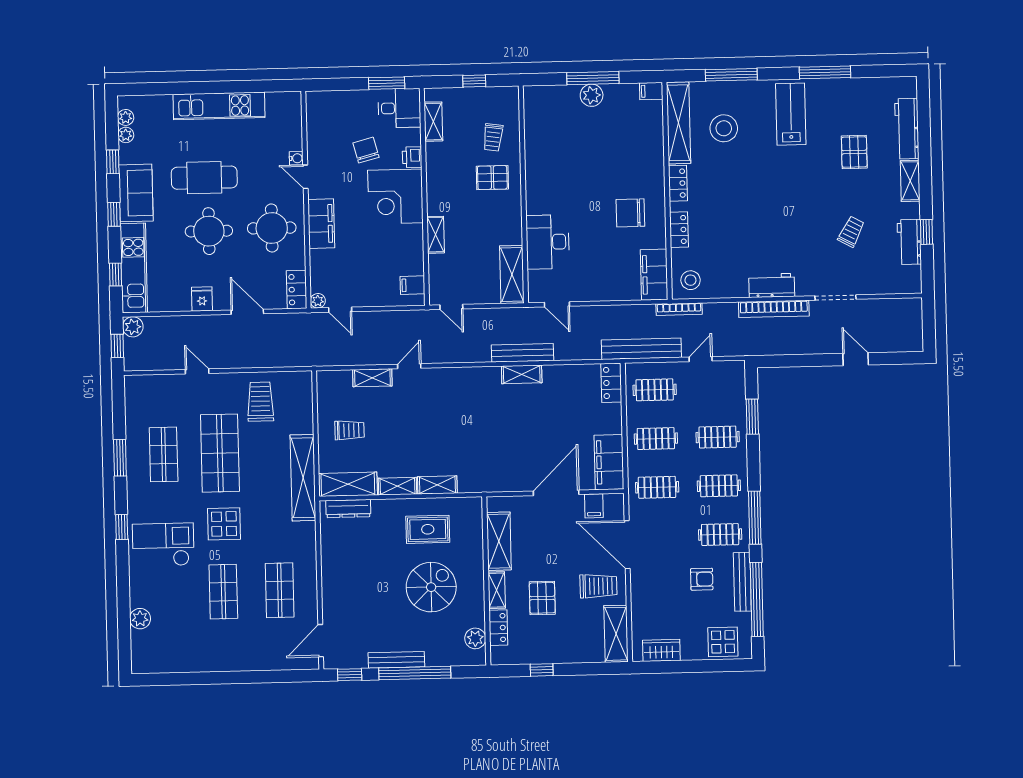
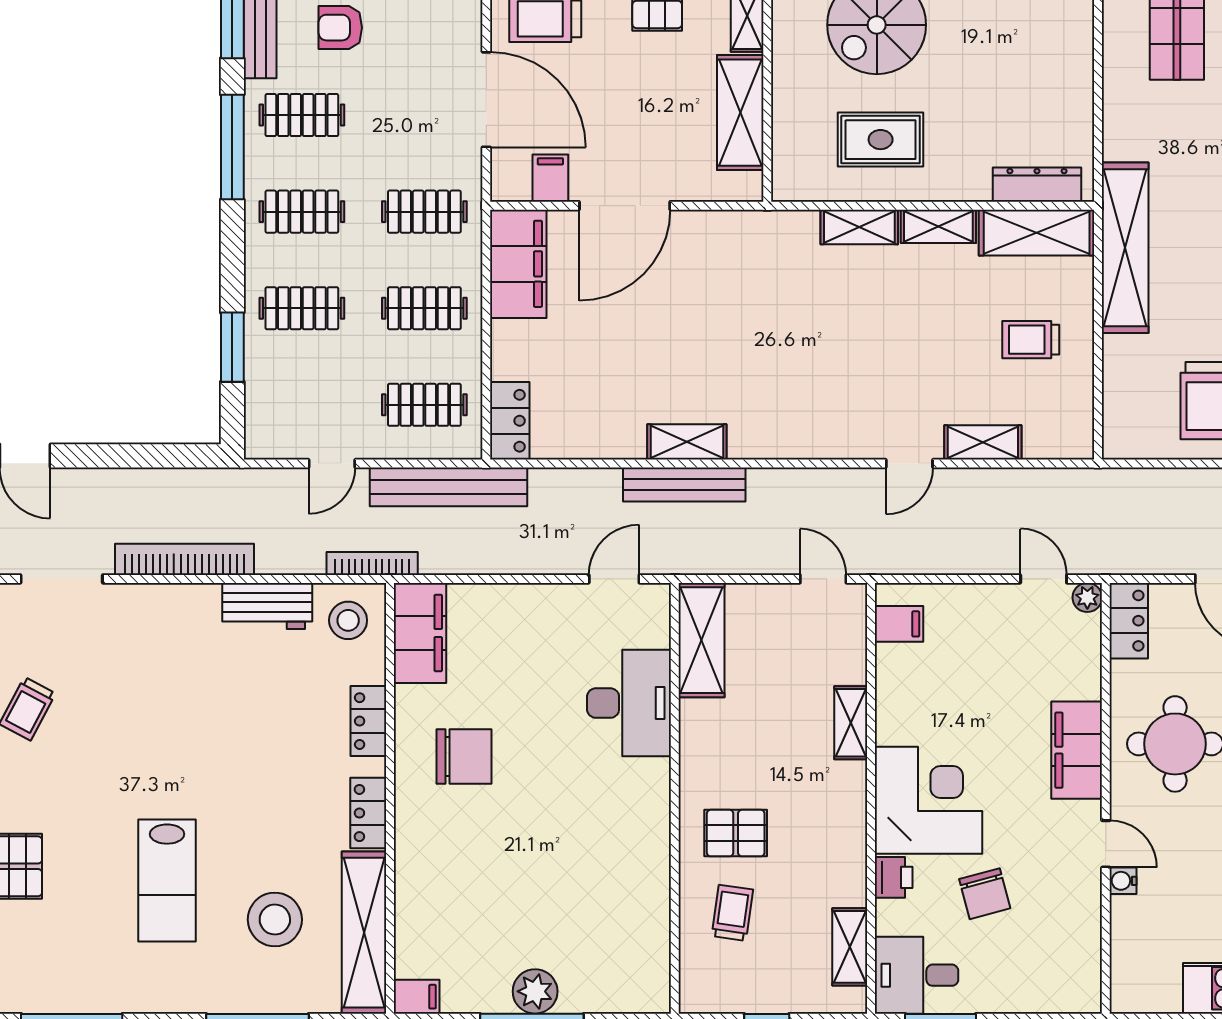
lab bench: (791, 114) -> (167, 880), moved
workbench: (772, 285) -> (267, 606), moved
door: (557, 304) -> (614, 579), hinge flipped

